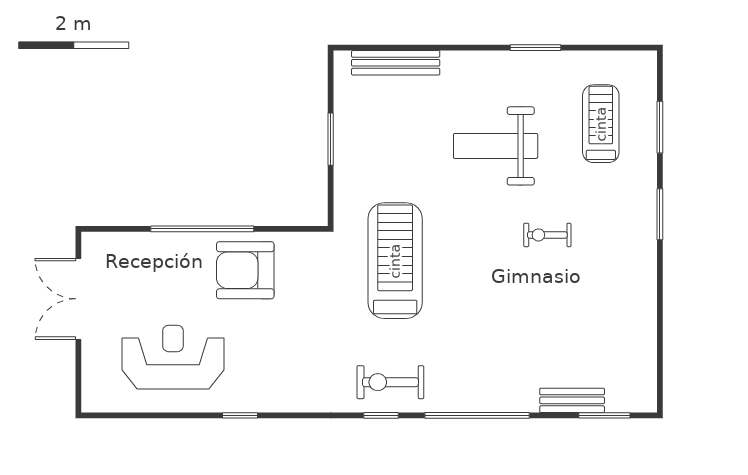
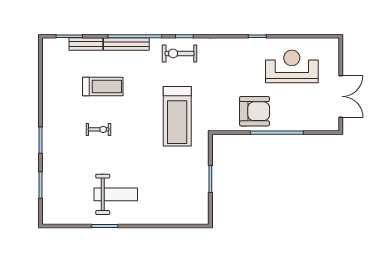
bench: (396, 63) -> (126, 44), moved
treadmill: (601, 124) -> (103, 86), moved, turned -90
weight bench: (496, 146) -> (116, 194), moved
reception desk: (173, 357) -> (292, 66), turned 180
exercise bike: (390, 382) -> (180, 53), turned 180

